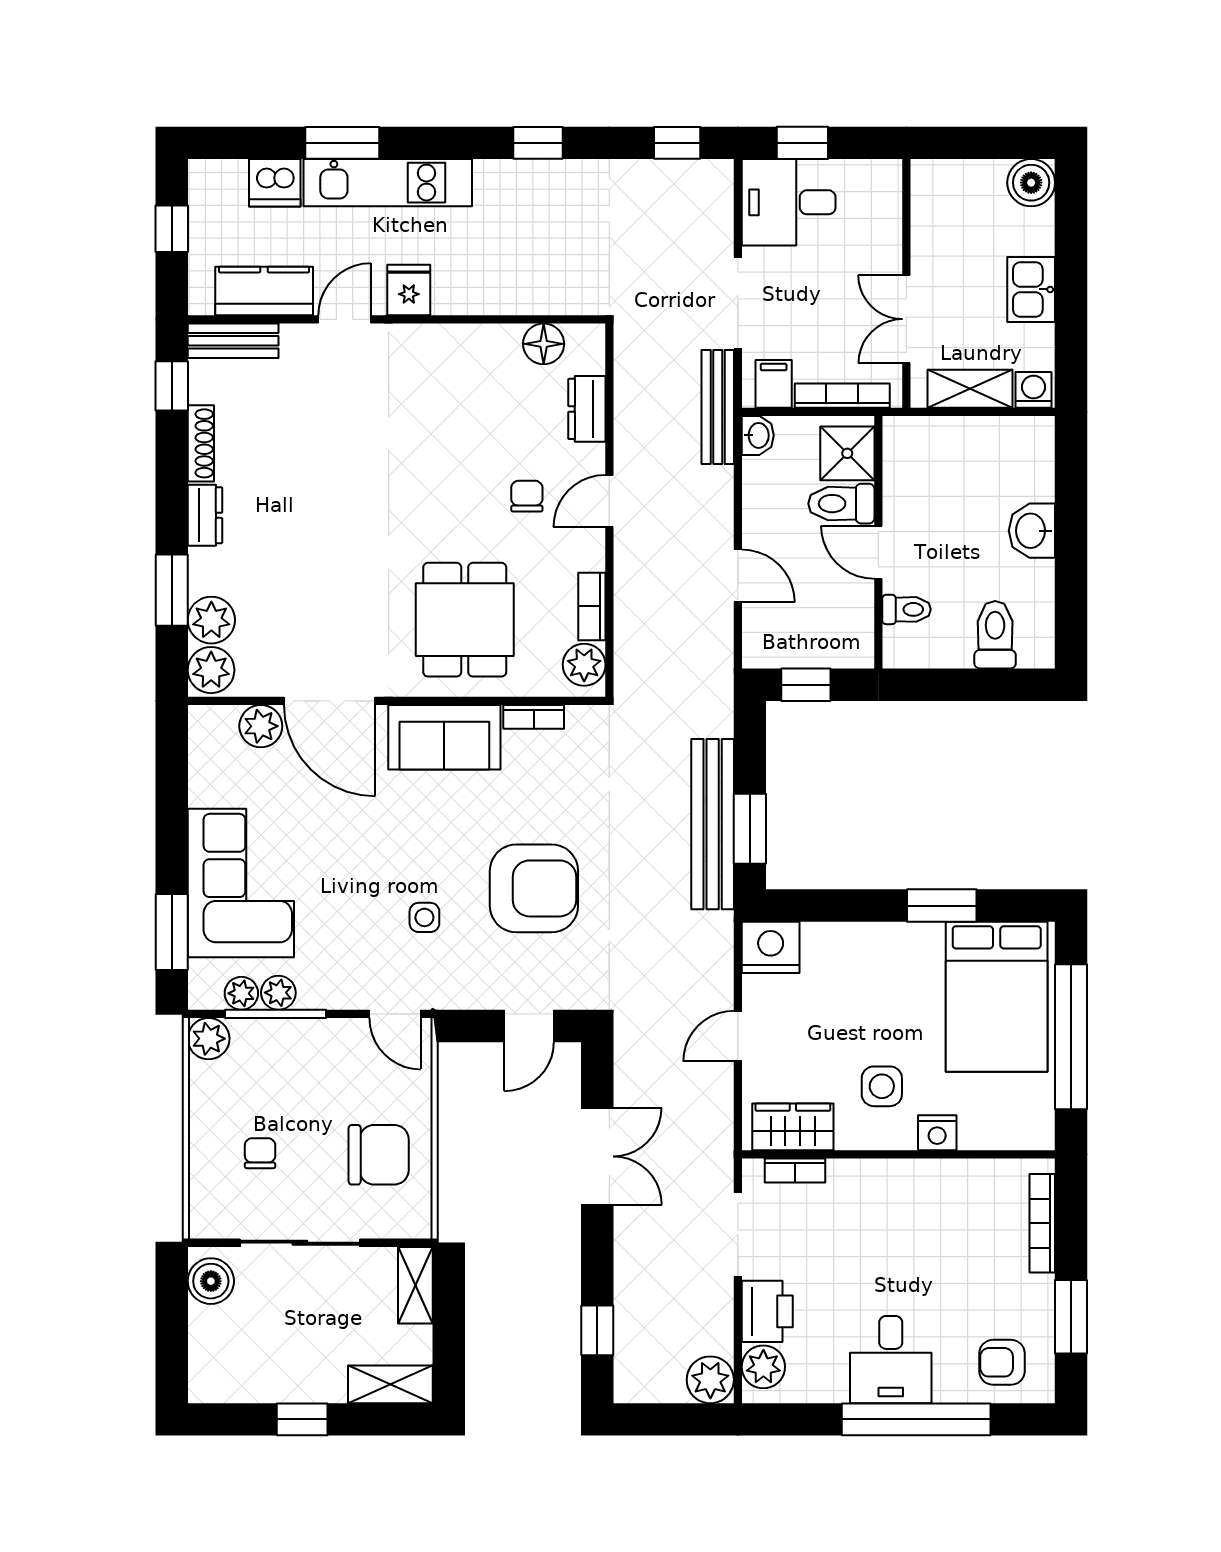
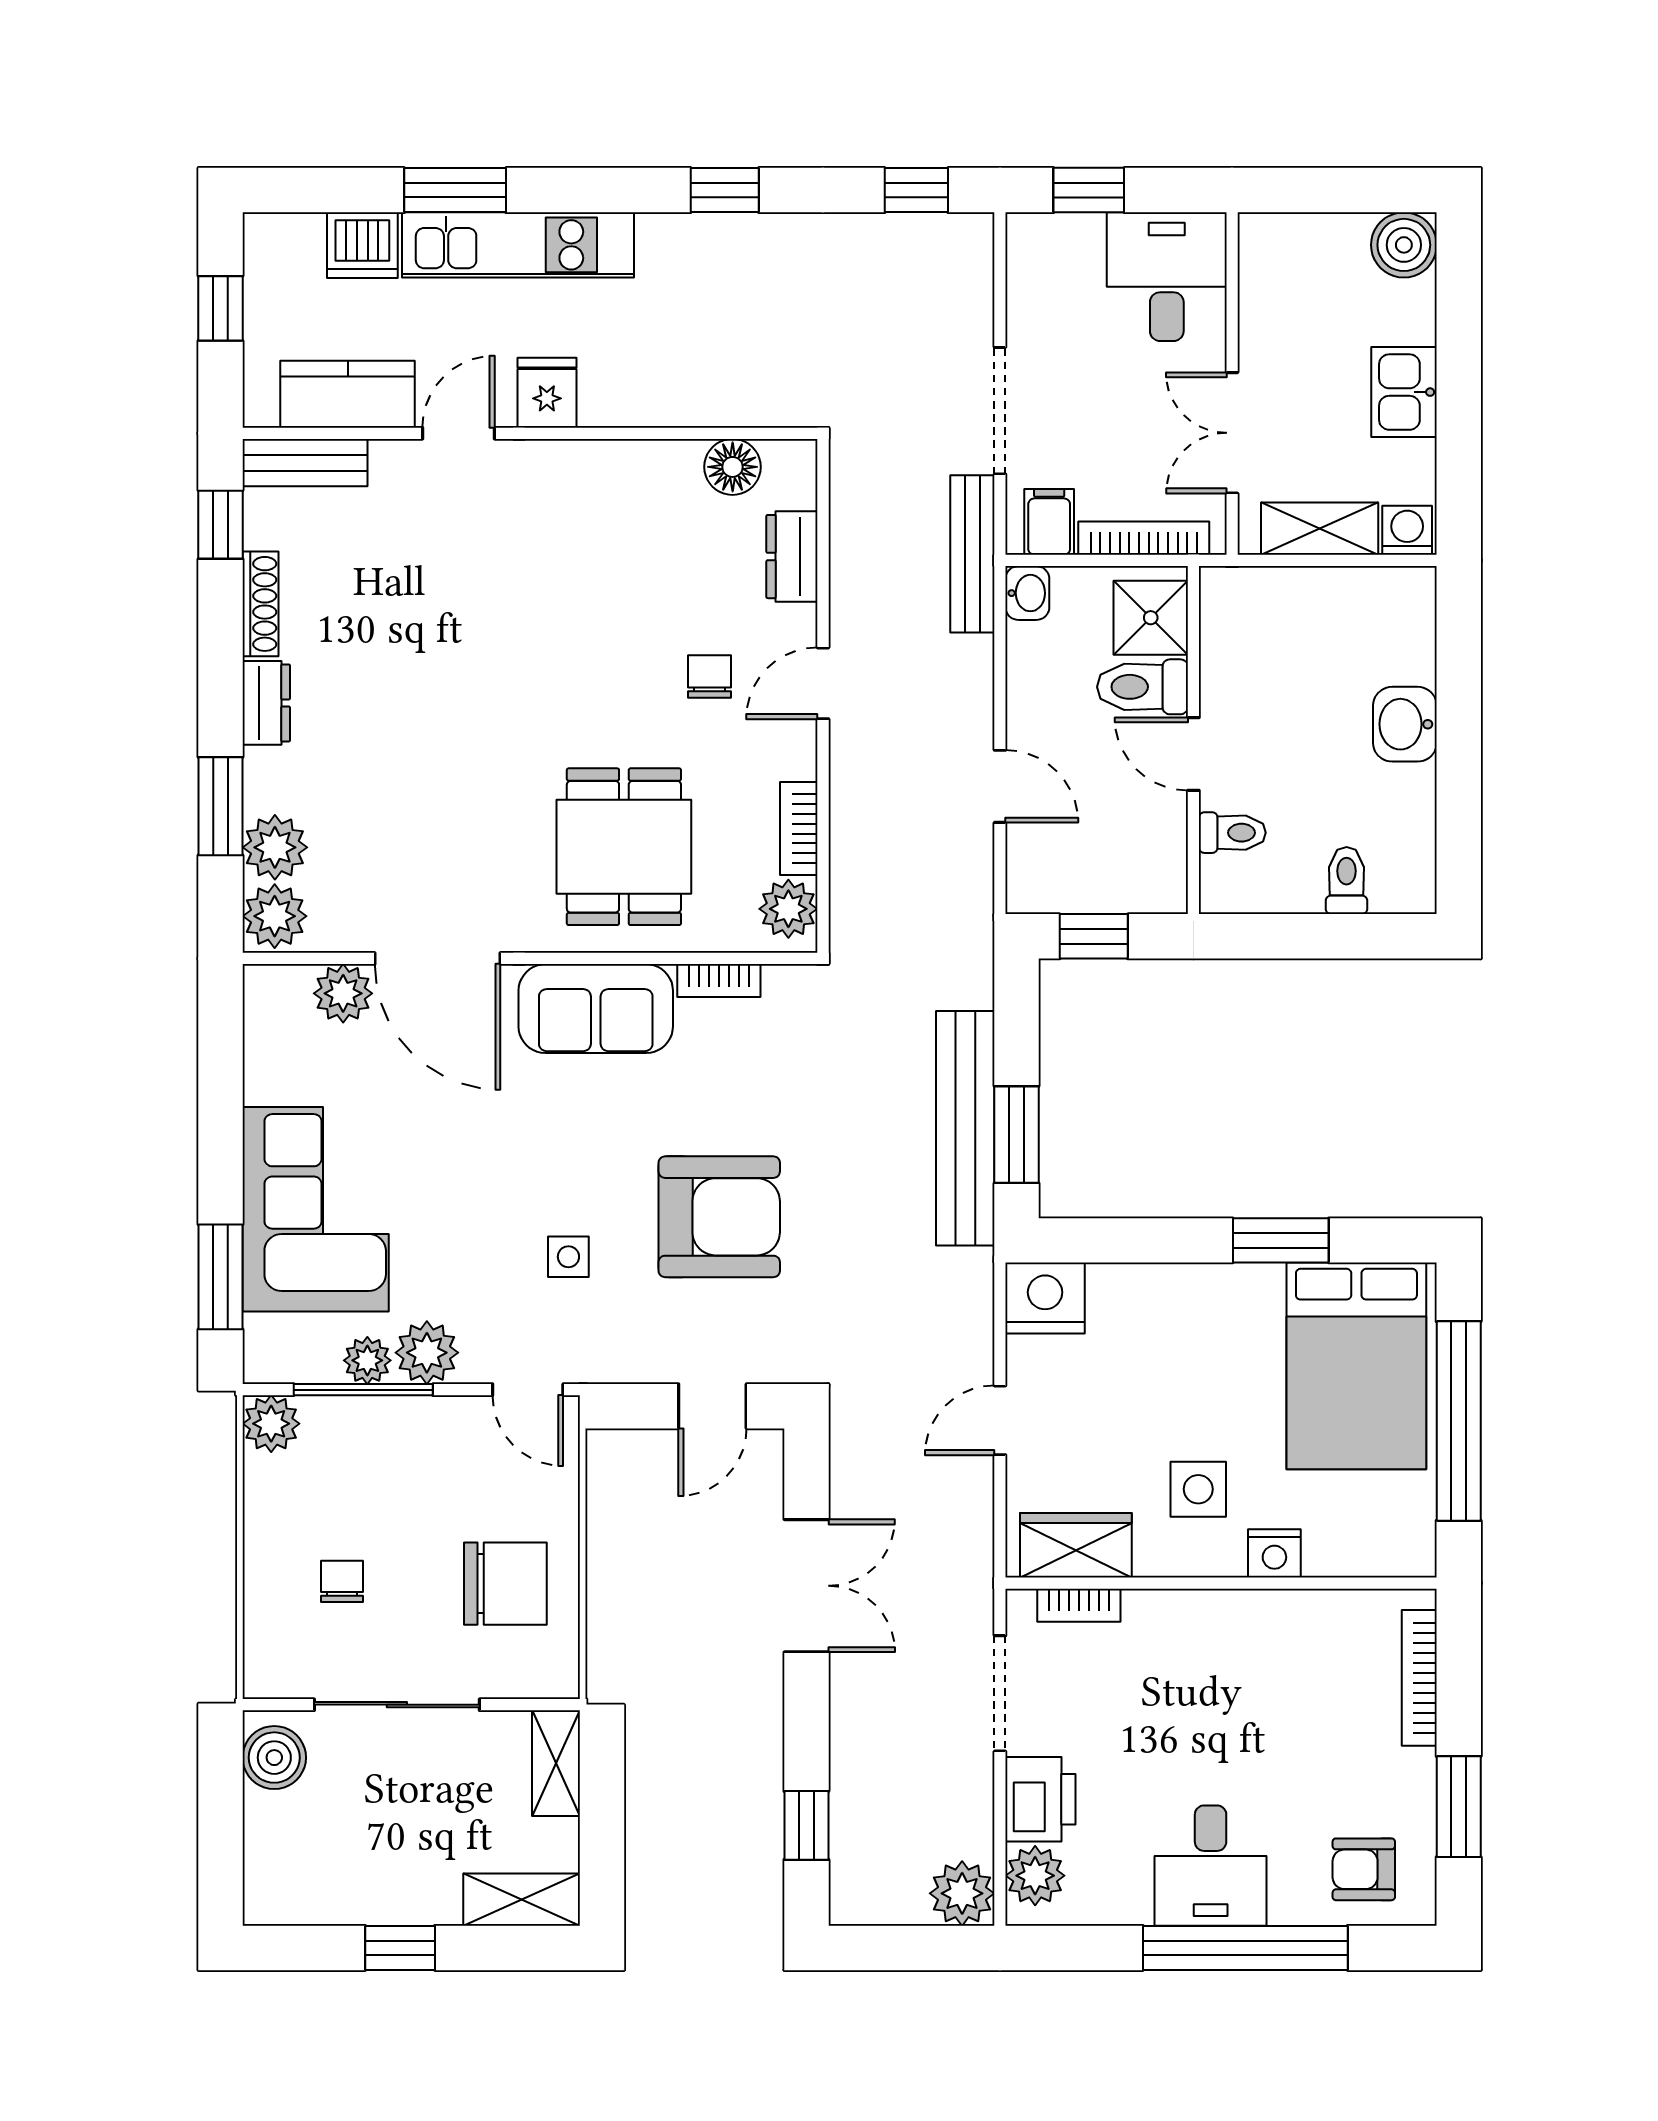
desk: (789, 202) -> (1167, 277), moved, turned 90
toilet: (995, 635) -> (1347, 881), width x0.73, depth x0.72
plant: (241, 993) -> (427, 1353), moved, width x1.38, depth x1.38

